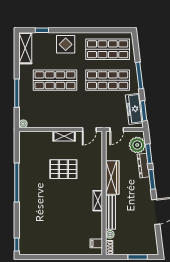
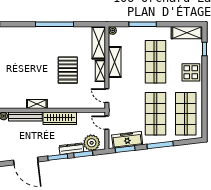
shelving: (55, 122) -> (115, 62), added
shelving: (36, 138) -> (99, 43), added

